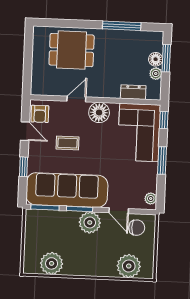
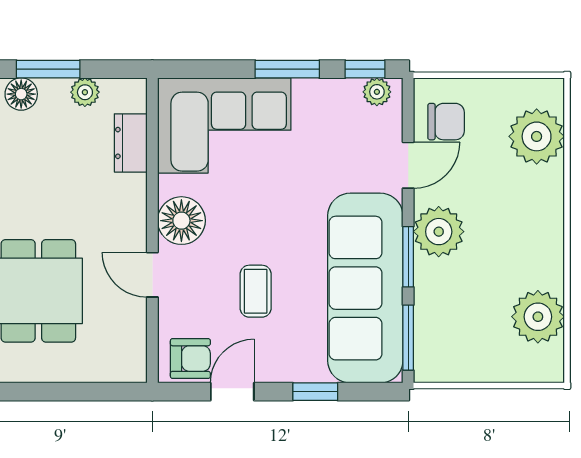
floor lamp: (156, 59) -> (21, 94), moved
window: (164, 120) -> (365, 69), moved
chair: (137, 228) -> (446, 122), turned 90

